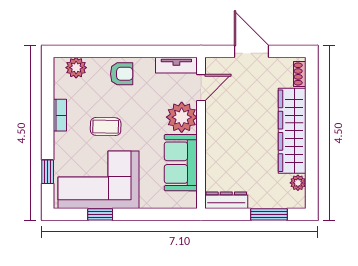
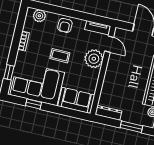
armchair: (122, 74) -> (65, 25), turned 90
door: (201, 88) -> (109, 44), hinge flipped
coffee table: (106, 127) -> (60, 56), moved
sofa: (181, 163) -> (76, 100), moved, turned 90

